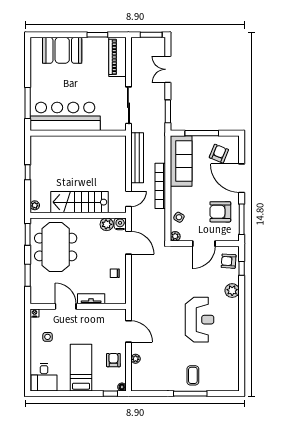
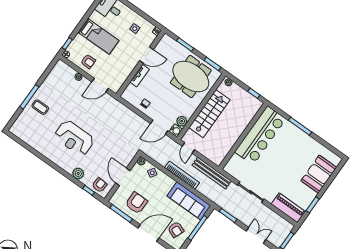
bar counter: (65, 116) -> (260, 135), moved
wall: (78, 133) -> (243, 136), moved

